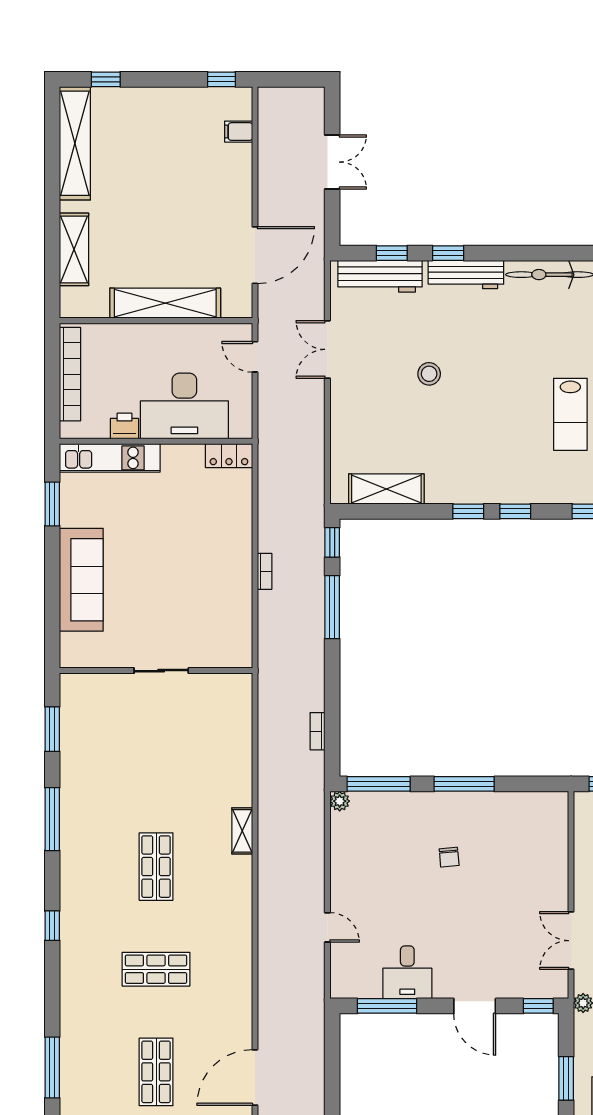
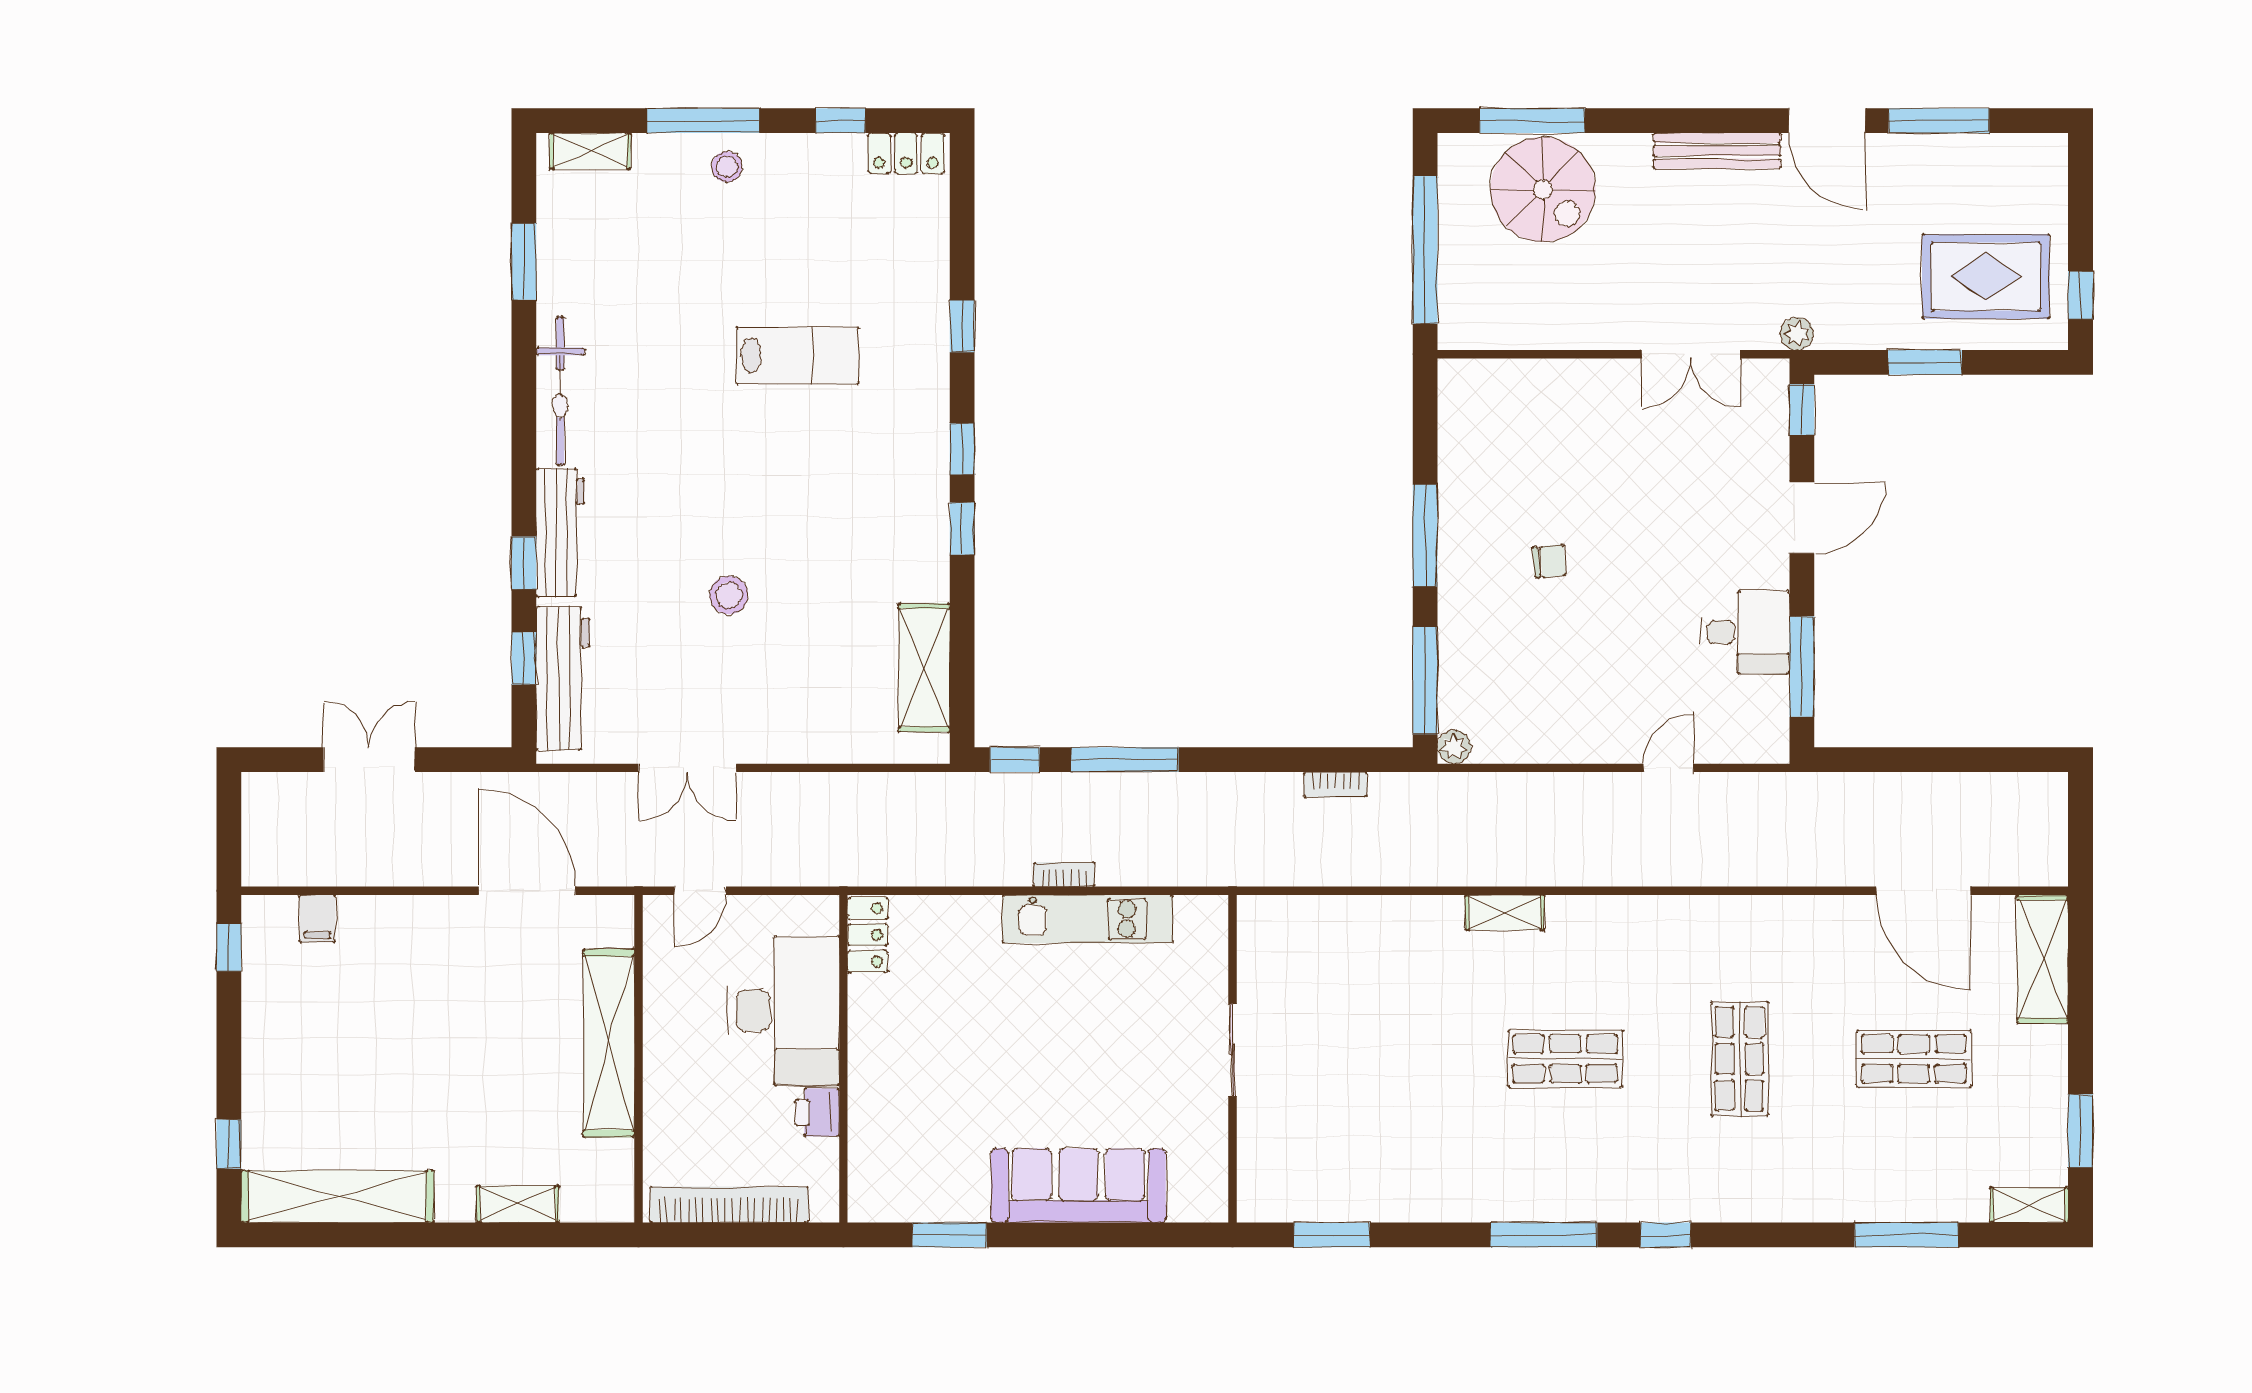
shelving: (74, 249) -> (518, 1204), width x0.67, depth x0.75
kitchen unit: (110, 458) -> (1088, 919), moved, turned 90
window: (52, 819) -> (1544, 1235), moved

